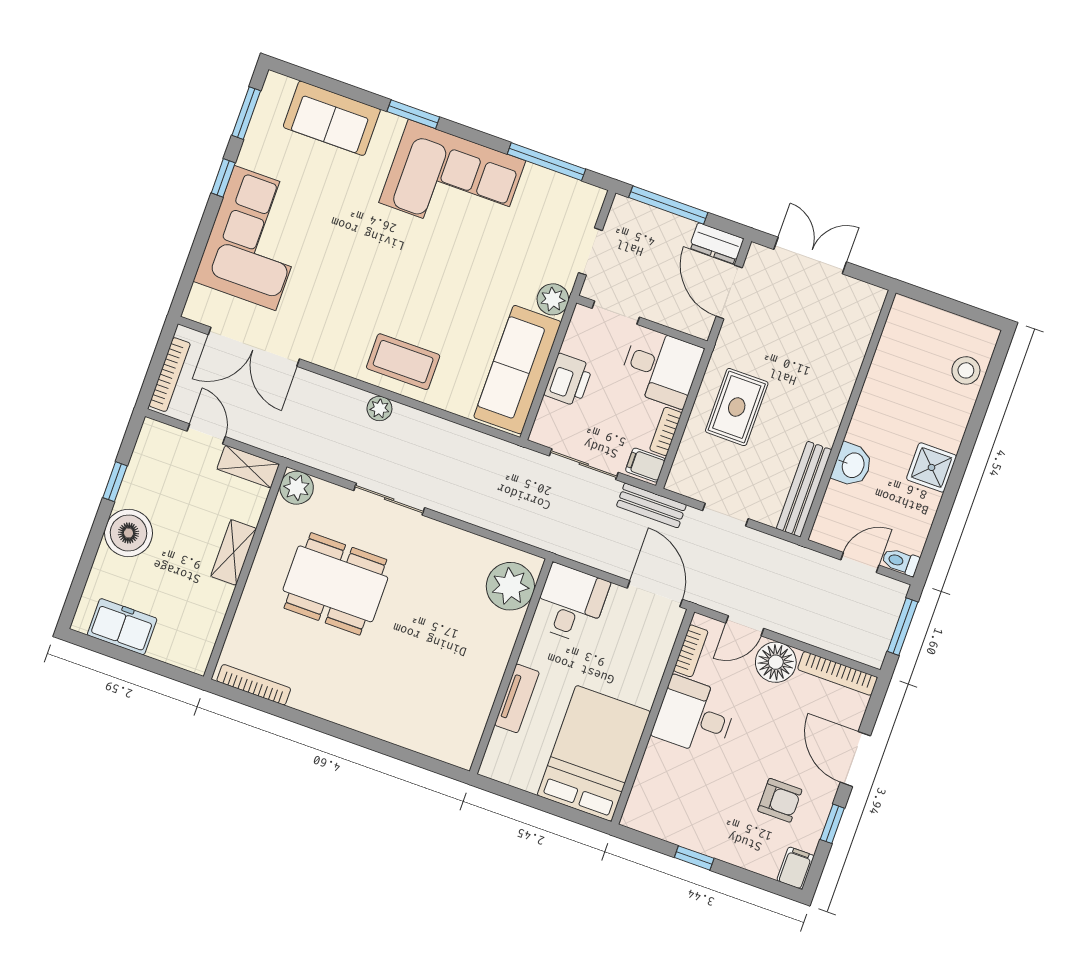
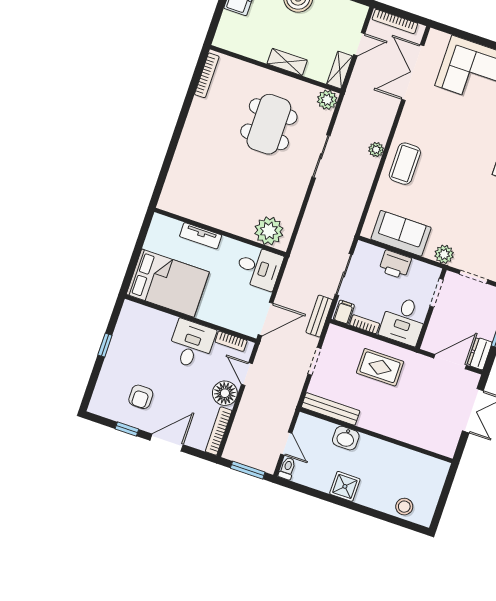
sofa: (517, 370) -> (401, 233), width x0.73
filing cabinet: (795, 868) -> (100, 407), removed

